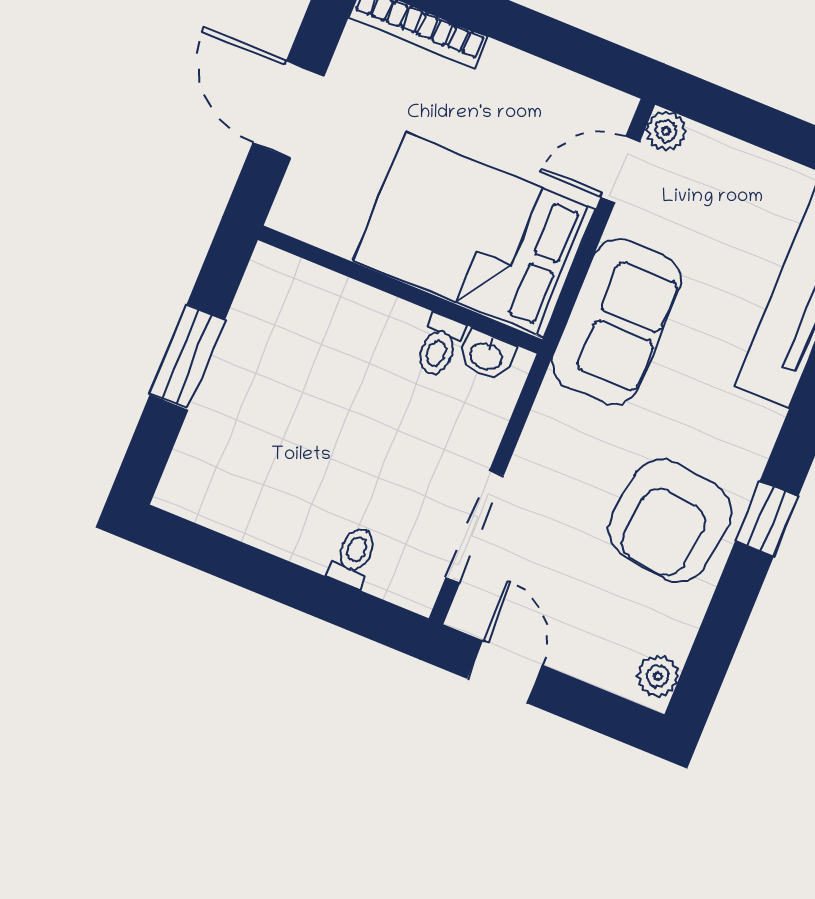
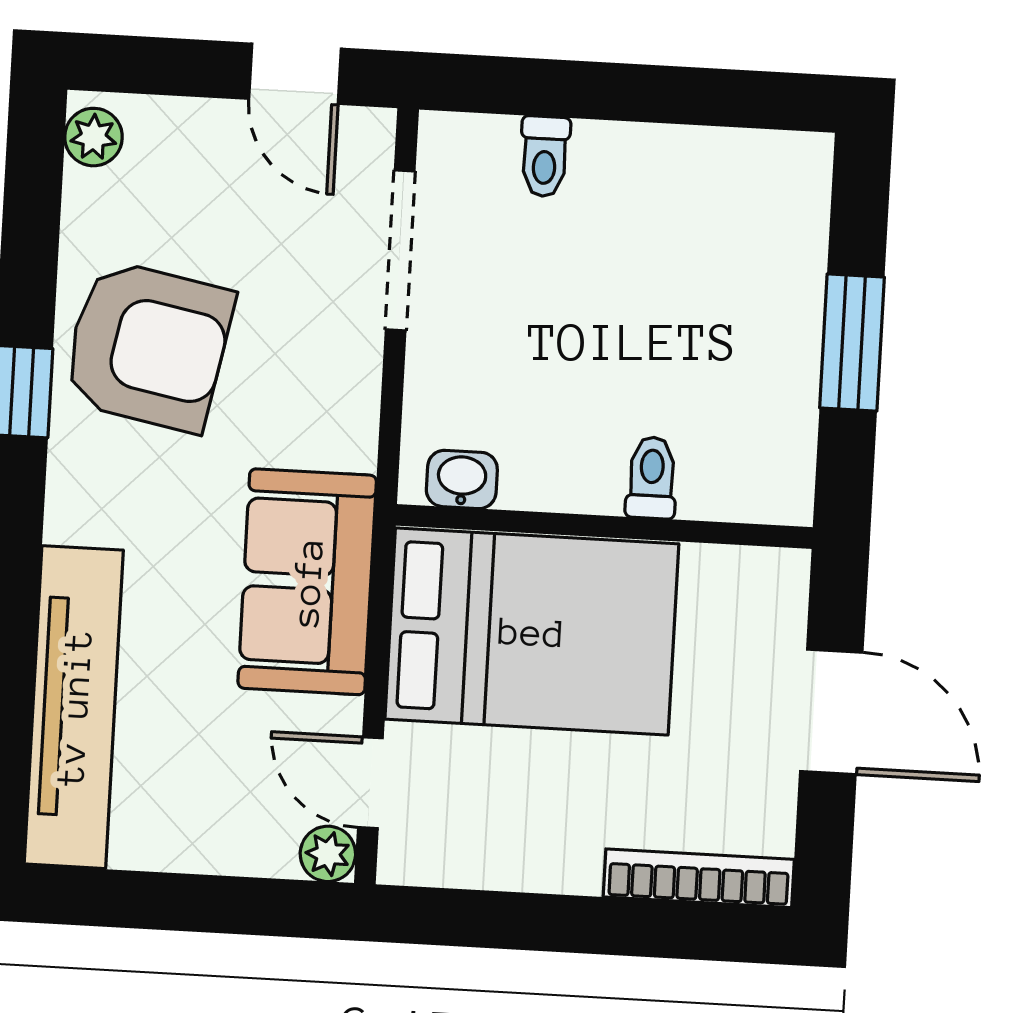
door: (620, 170) -> (370, 783), swing flipped
toilet: (439, 346) -> (652, 478), moved
armchair: (670, 521) -> (148, 346), turned 94

